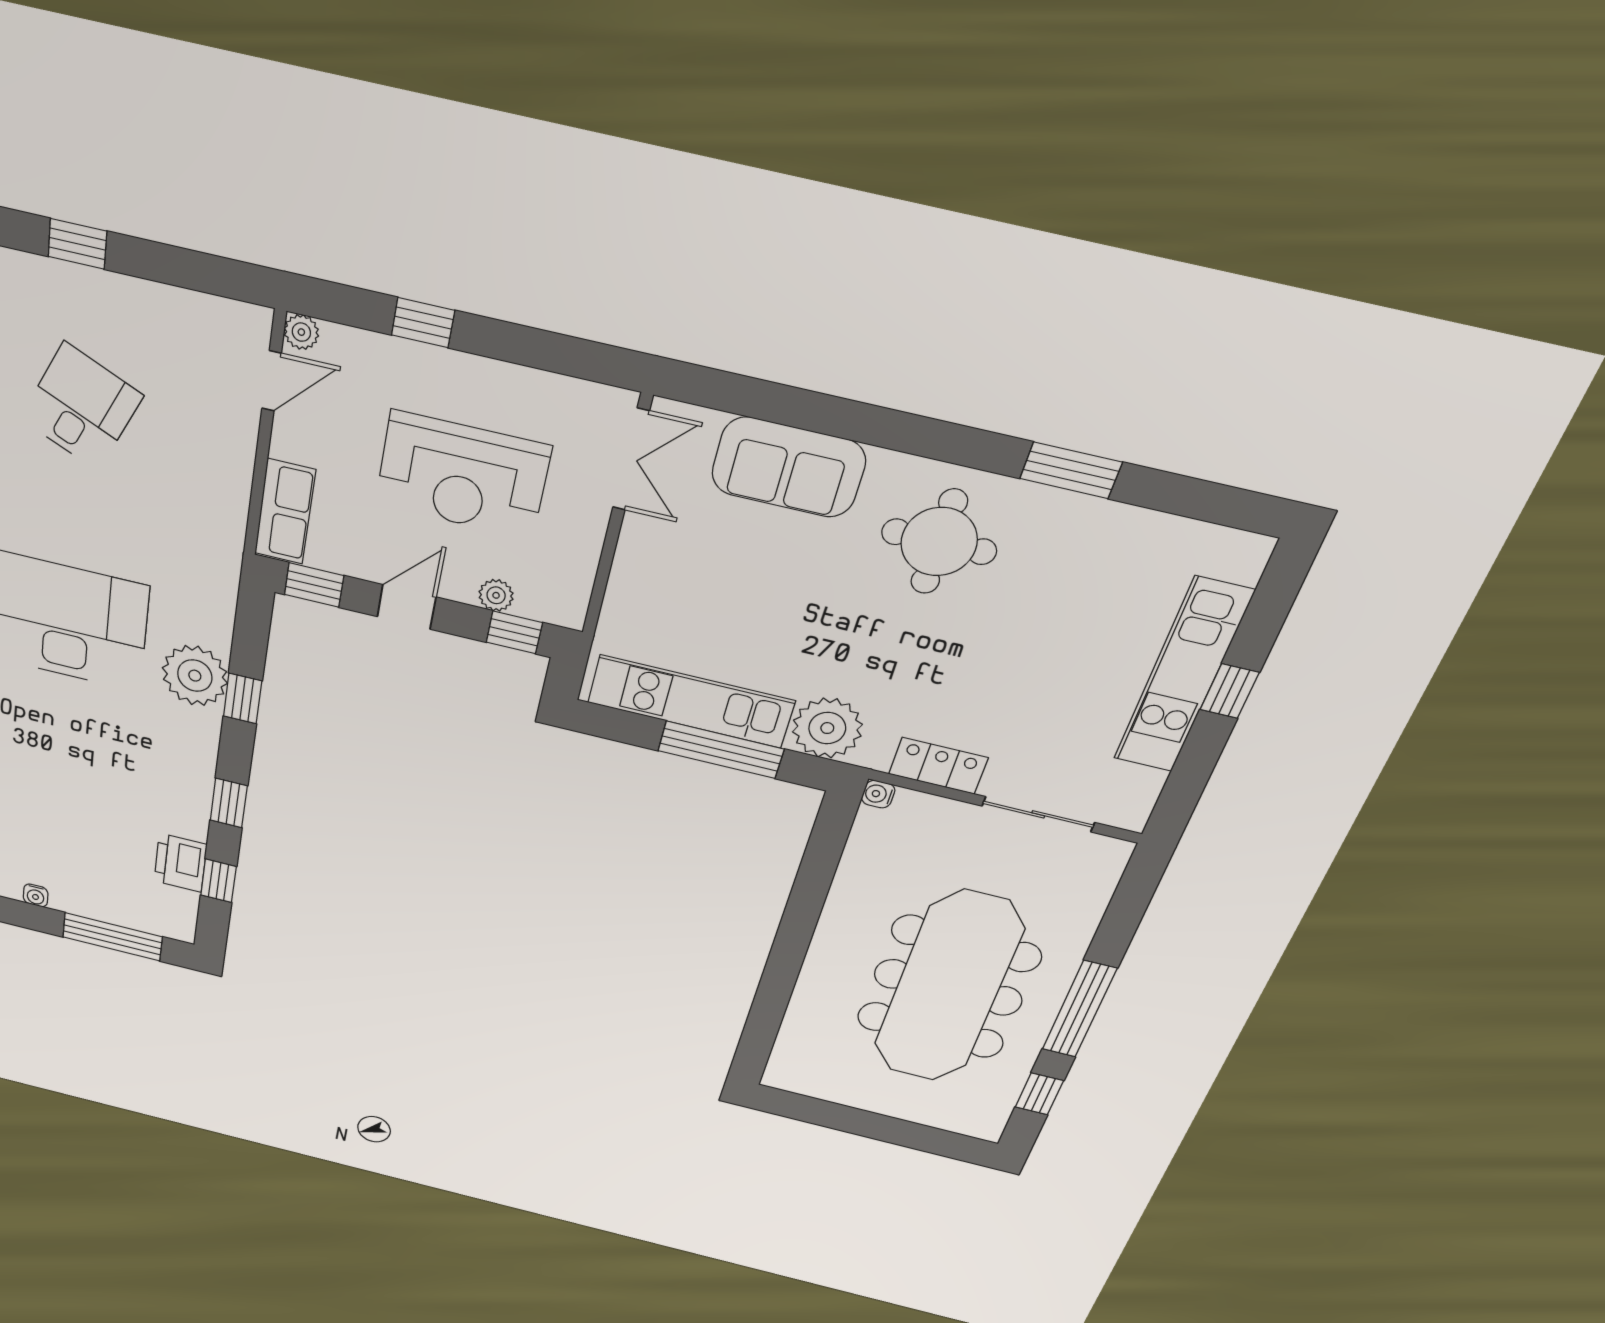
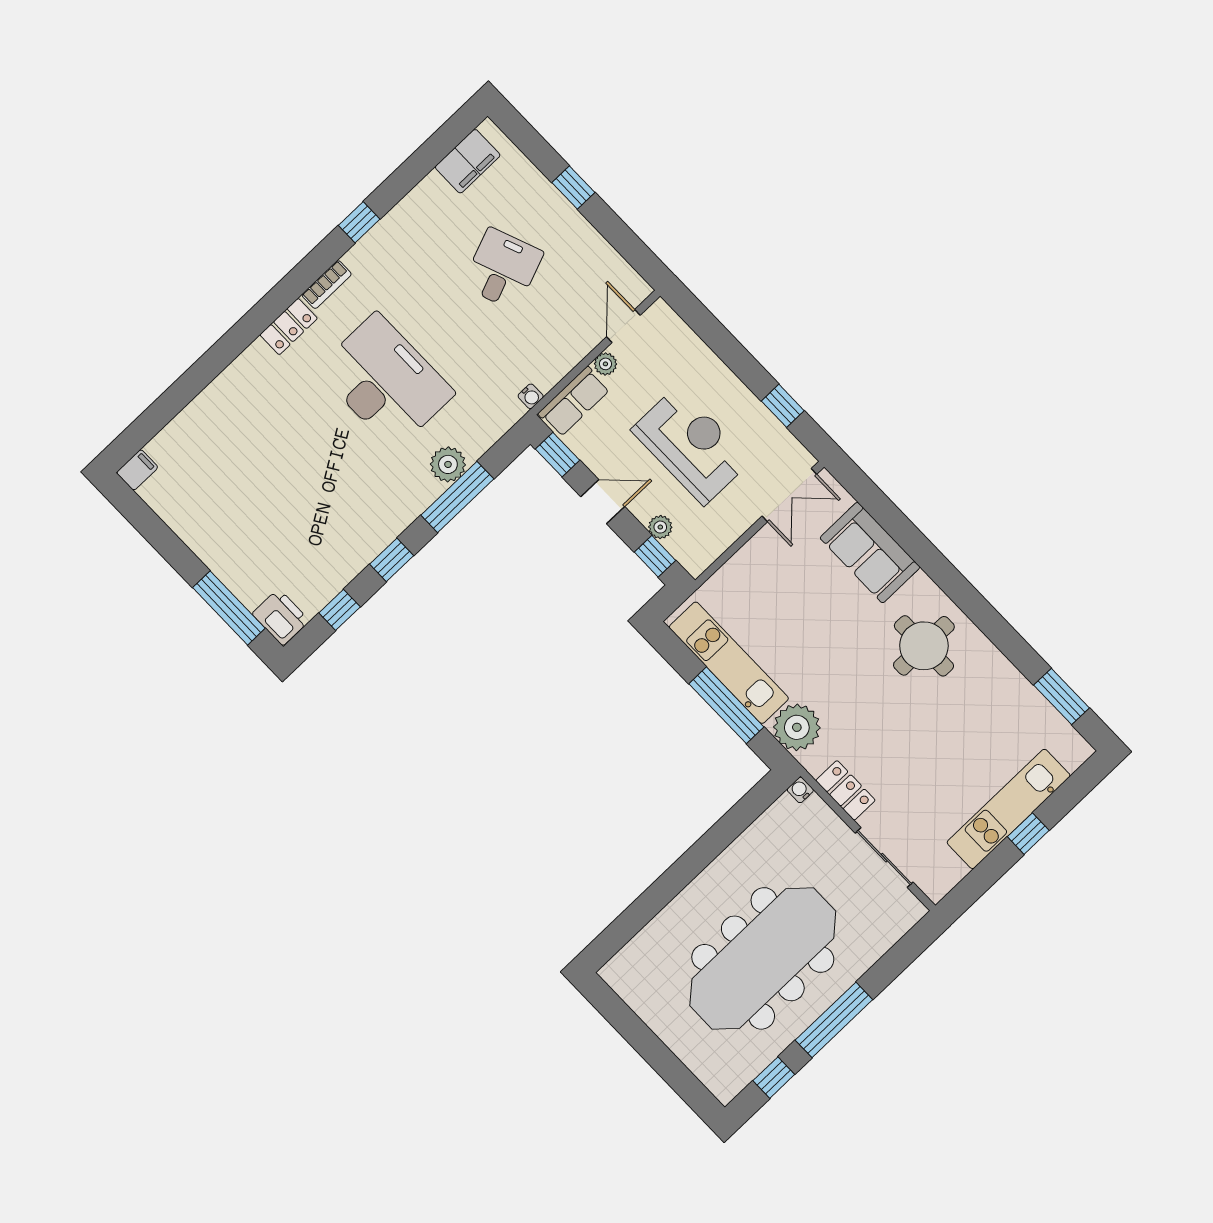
window: (423, 323) -> (783, 406), moved
plant: (301, 332) -> (605, 364), moved
door: (272, 381) -> (623, 326), swing flipped
desk: (81, 407) -> (503, 269), turned -45
window: (1071, 470) -> (1062, 697), moved
reception desk: (462, 475) -> (691, 445), turned 180
plant: (195, 676) -> (448, 464), width x0.73, depth x0.73
window: (243, 698) -> (457, 497), width x2.17
printer: (180, 863) -> (281, 617), moved, turned 90
water cooler: (36, 895) -> (531, 396), moved, turned -90

